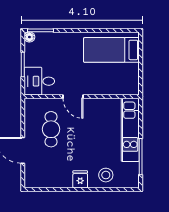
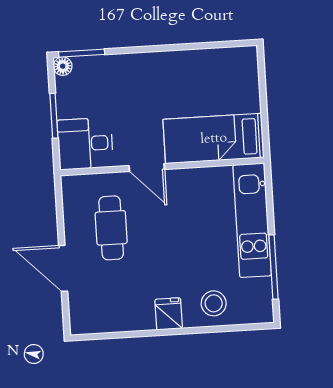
bed: (111, 50) -> (214, 139), moved

